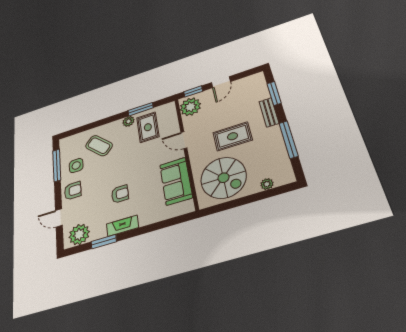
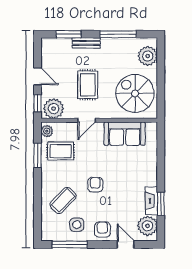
plant: (128, 121) -> (47, 131), moved
rug: (233, 136) -> (88, 85), moved
spiral stairs: (223, 178) -> (135, 93), turned -90
plant: (267, 184) -> (148, 56), width x1.88, depth x1.88
armchair: (120, 194) -> (95, 185), moved
door: (59, 218) -> (126, 244), swing flipped
fireplace: (123, 226) -> (151, 201), moved

